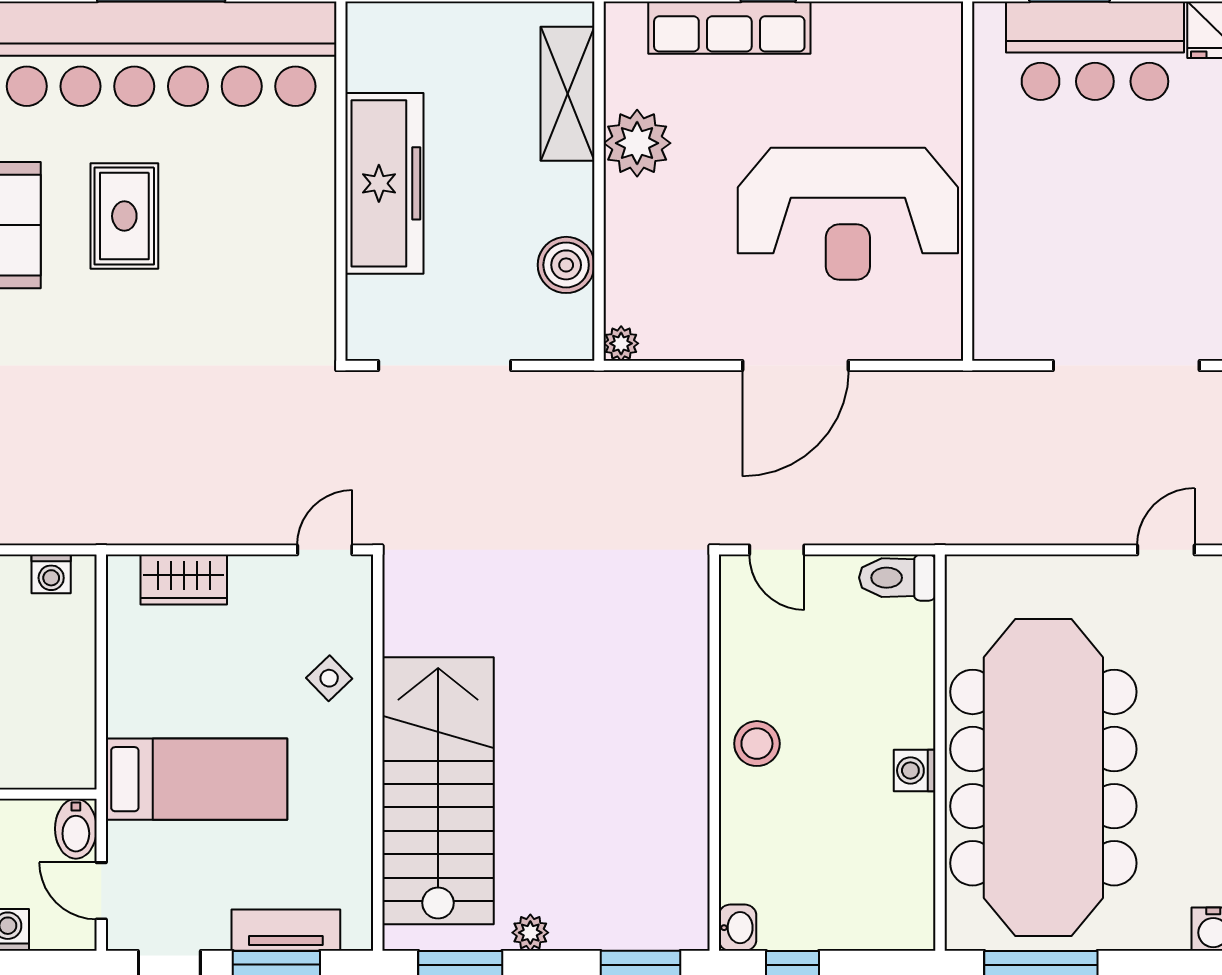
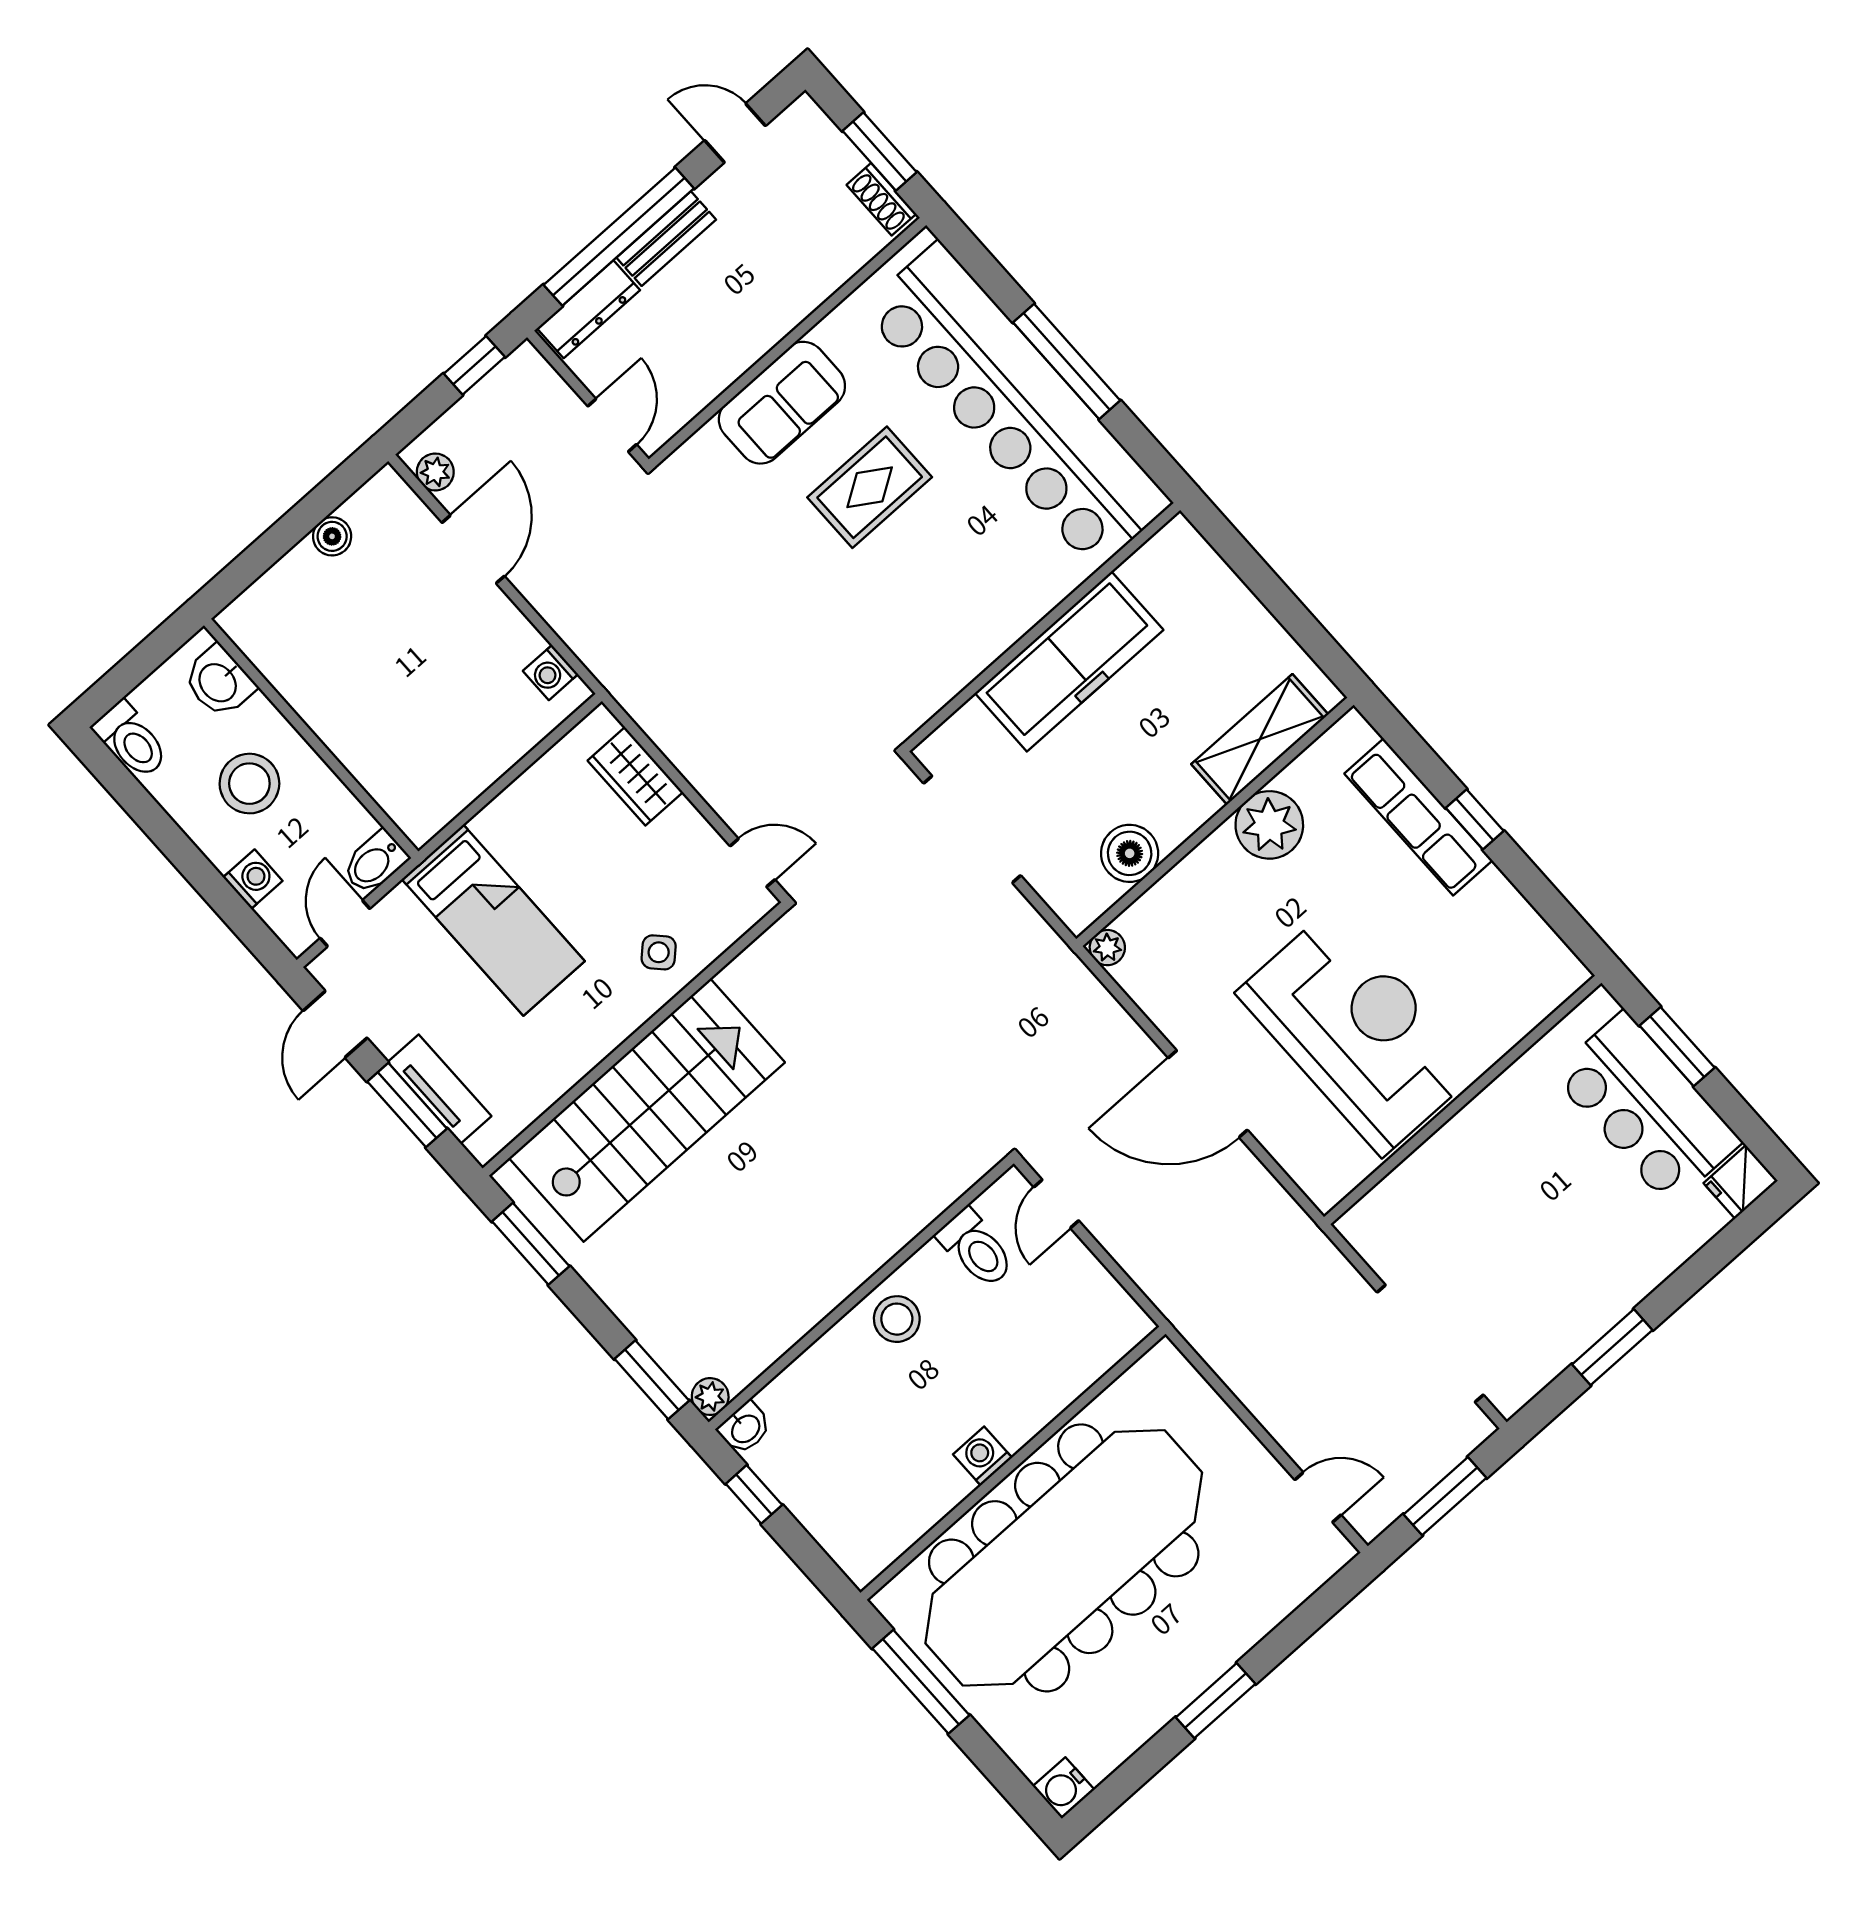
reception desk: (848, 214) -> (1358, 1031), turned 180
toilet: (897, 578) -> (976, 1248), moved, turned 180
plant: (530, 933) -> (710, 1397), moved

